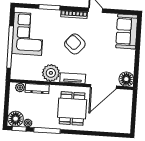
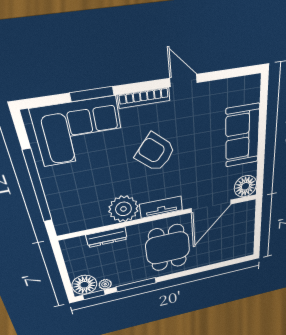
sofa: (127, 31) -> (242, 136), moved
corner sofa: (28, 34) -> (79, 132), moved, turned 90
plant: (20, 88) -> (78, 243), removed

